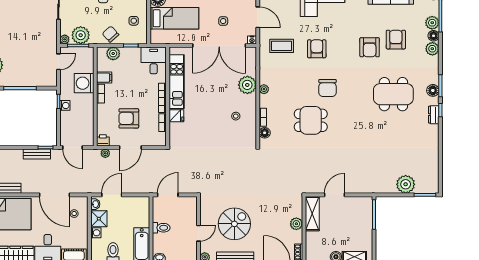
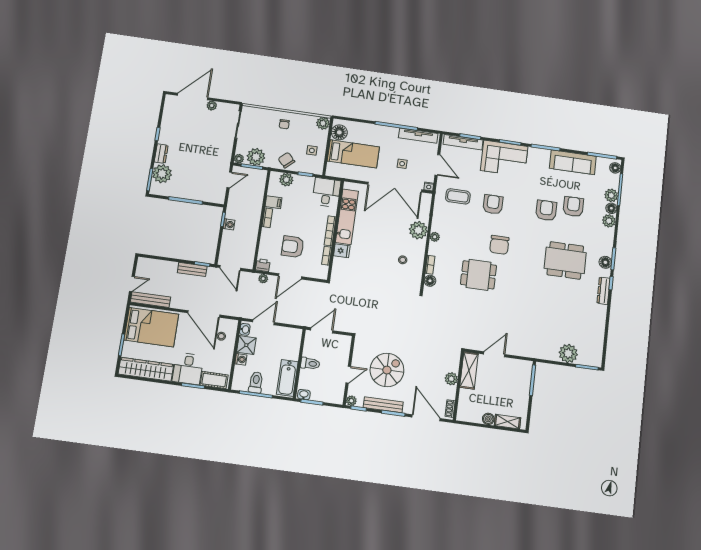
armchair: (370, 47) -> (546, 210), turned 180
washing machine: (84, 83) -> (252, 205), removed
dresser: (434, 115) -> (603, 291), width x1.44

